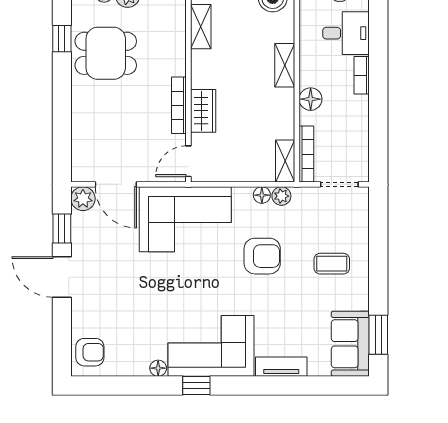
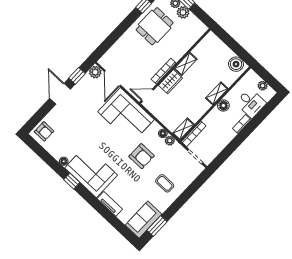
shelving: (201, 27) -> (186, 64), moved
dining table: (106, 53) -> (155, 26), turned 90
floor lamp: (311, 99) -> (223, 106), moved

